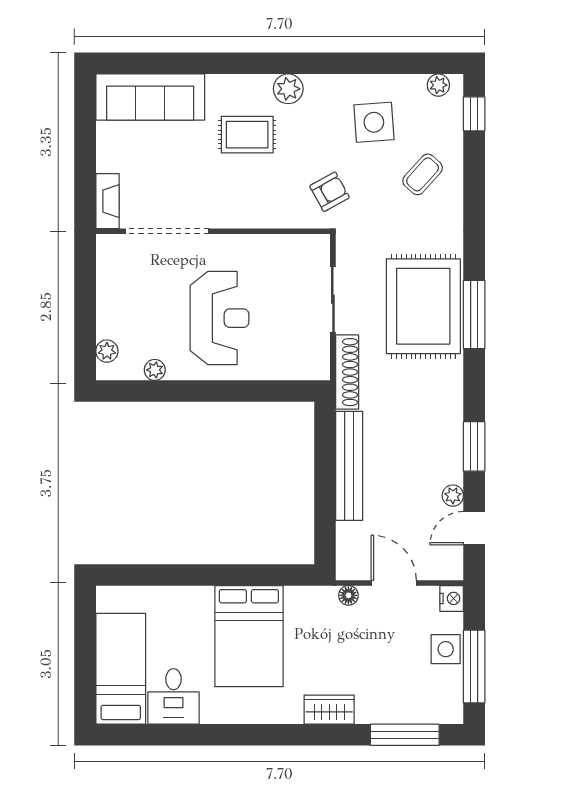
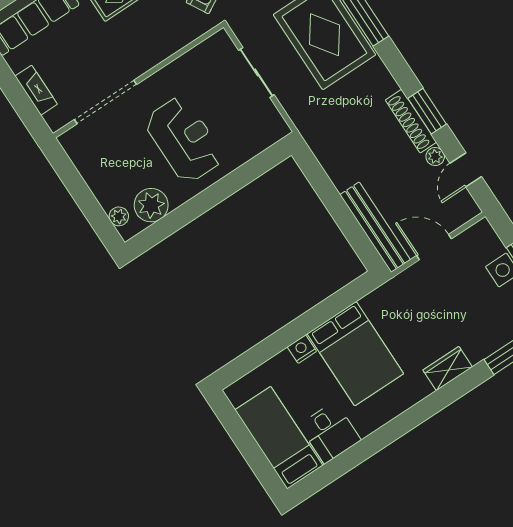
fireplace: (107, 201) -> (36, 90), moved
plant: (155, 370) -> (151, 205), width x1.88, depth x1.88
shoe rack: (347, 372) -> (411, 121), moved, turned 180
bench: (349, 466) -> (375, 227), moved
floor lamp: (348, 595) -> (407, 277), removed
nightstand: (452, 598) -> (302, 349), moved, turned -90

